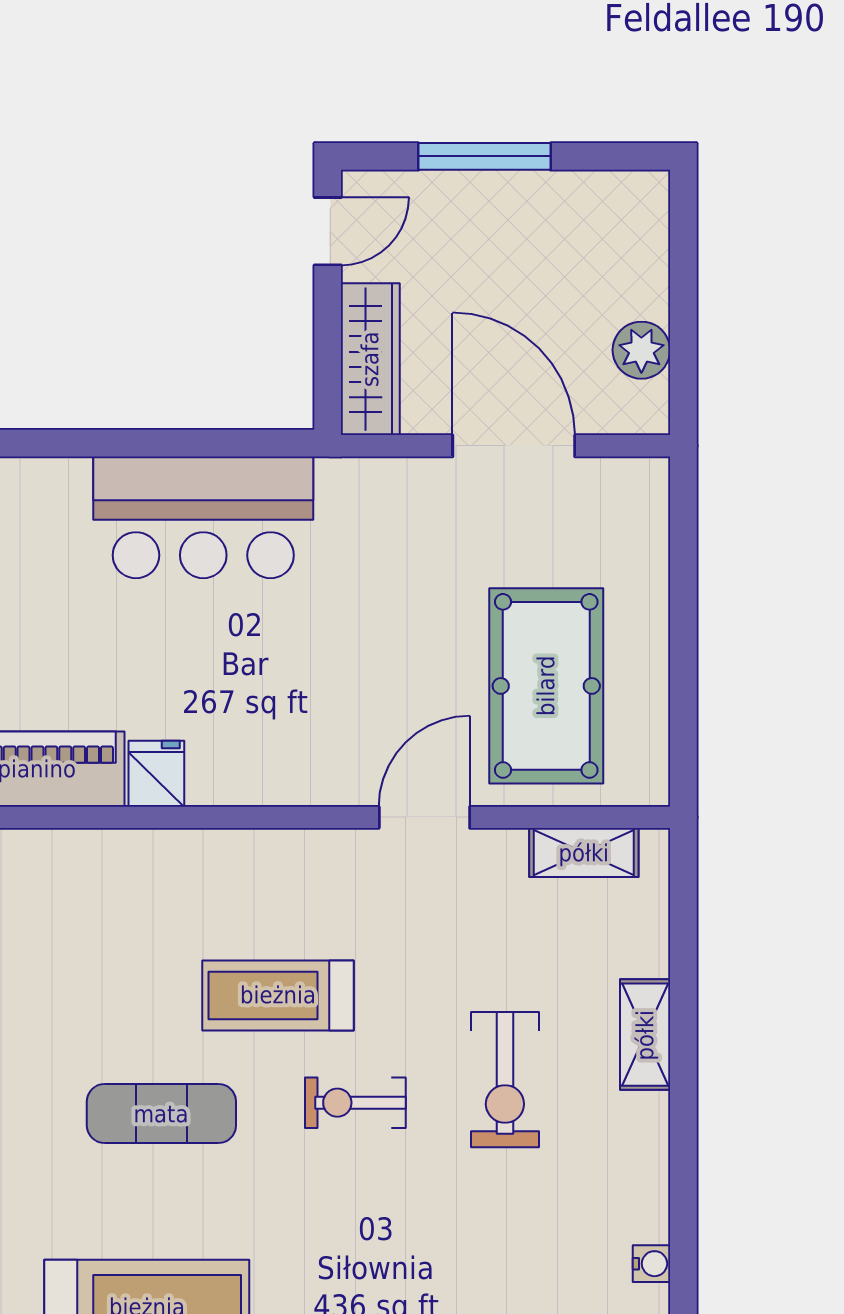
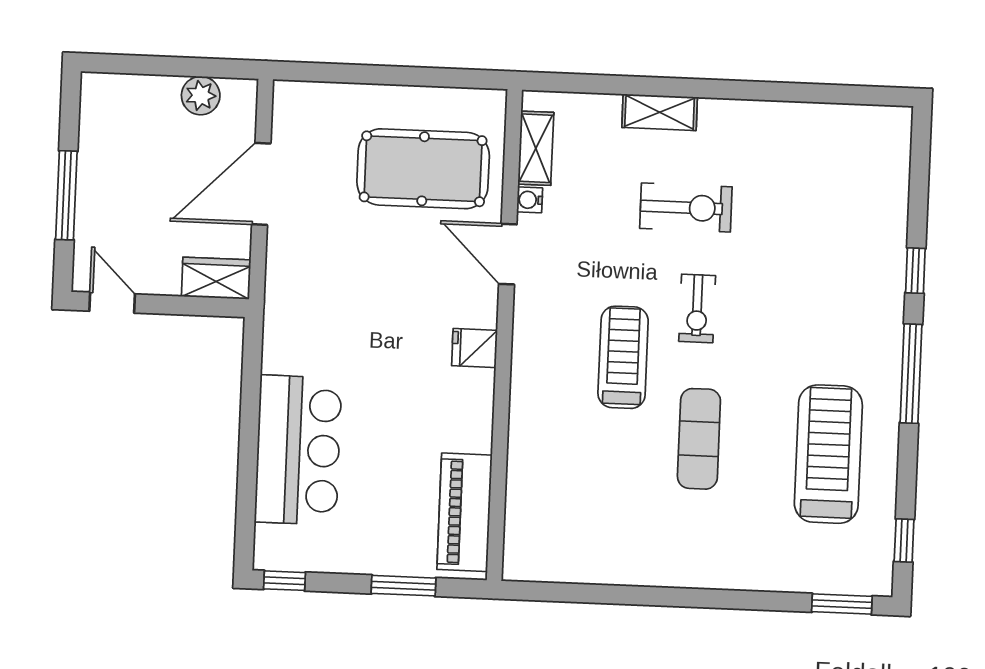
wardrobe: (370, 359) -> (216, 278), width x0.67
bar counter: (203, 517) -> (298, 450), moved
fridge: (156, 774) -> (474, 348), moved
treadmill: (278, 995) -> (623, 357), turned 180
water cooler: (652, 1264) -> (530, 200), moved, turned -90

